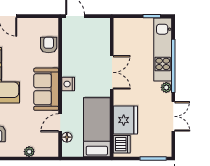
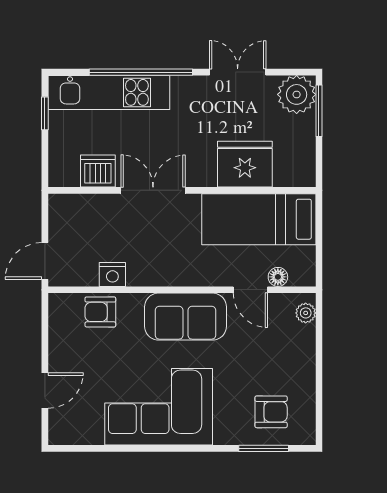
nightstand: (68, 84) -> (112, 274), moved
plant: (166, 87) -> (297, 94), moved, width x1.88, depth x1.88
dishwasher: (122, 144) -> (98, 171), moved
plant: (29, 152) -> (306, 313), moved

